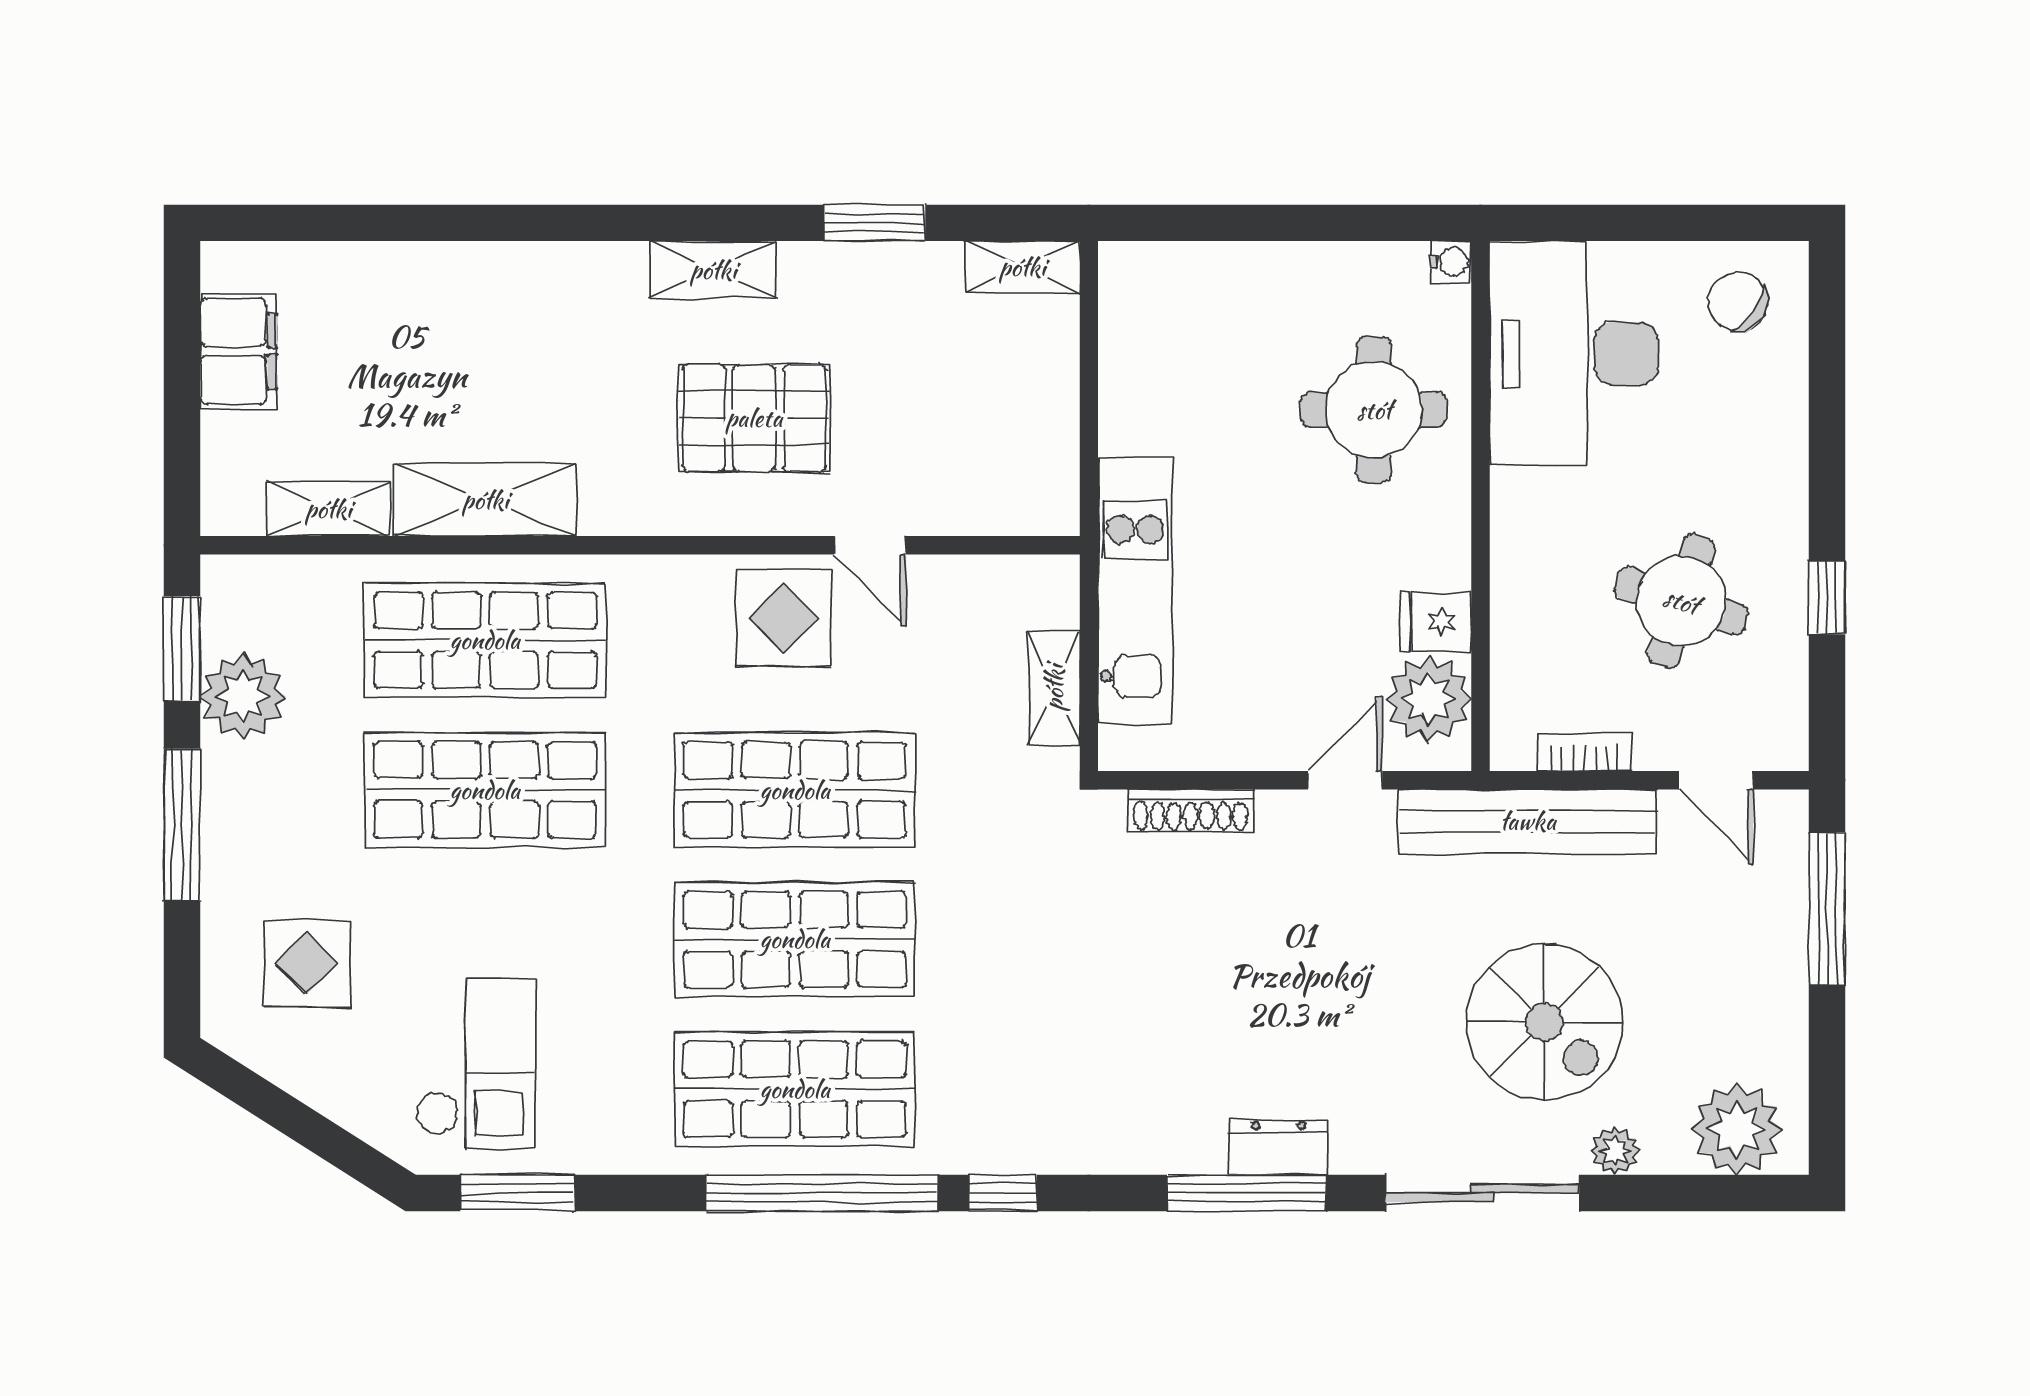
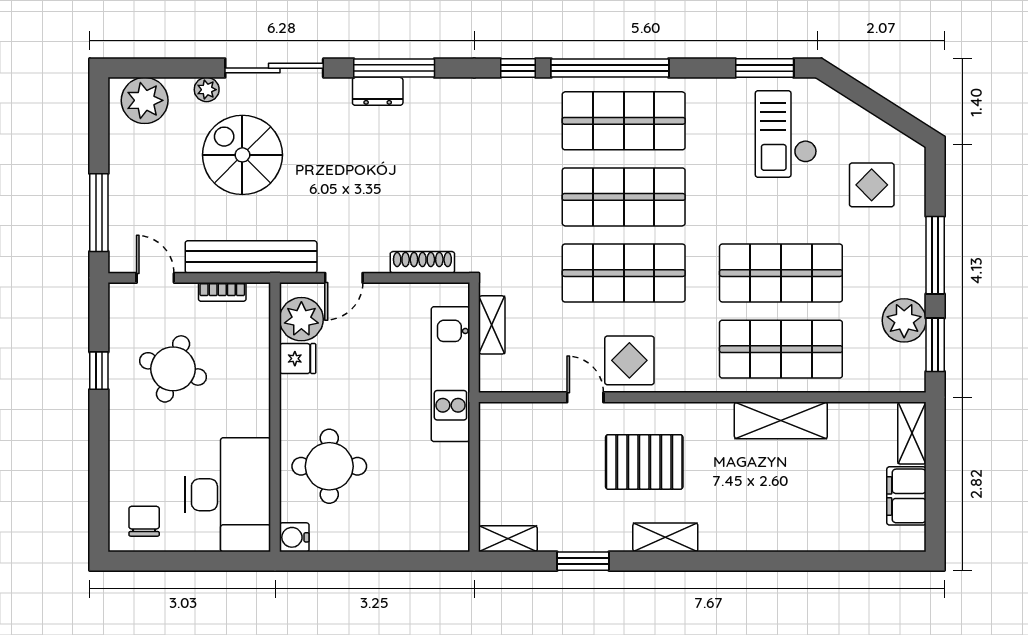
water cooler: (1451, 262) -> (294, 537), width x1.38, depth x1.38
chair: (1738, 301) -> (144, 521), turned -124
shelving: (328, 509) -> (912, 433), moved, turned 90

